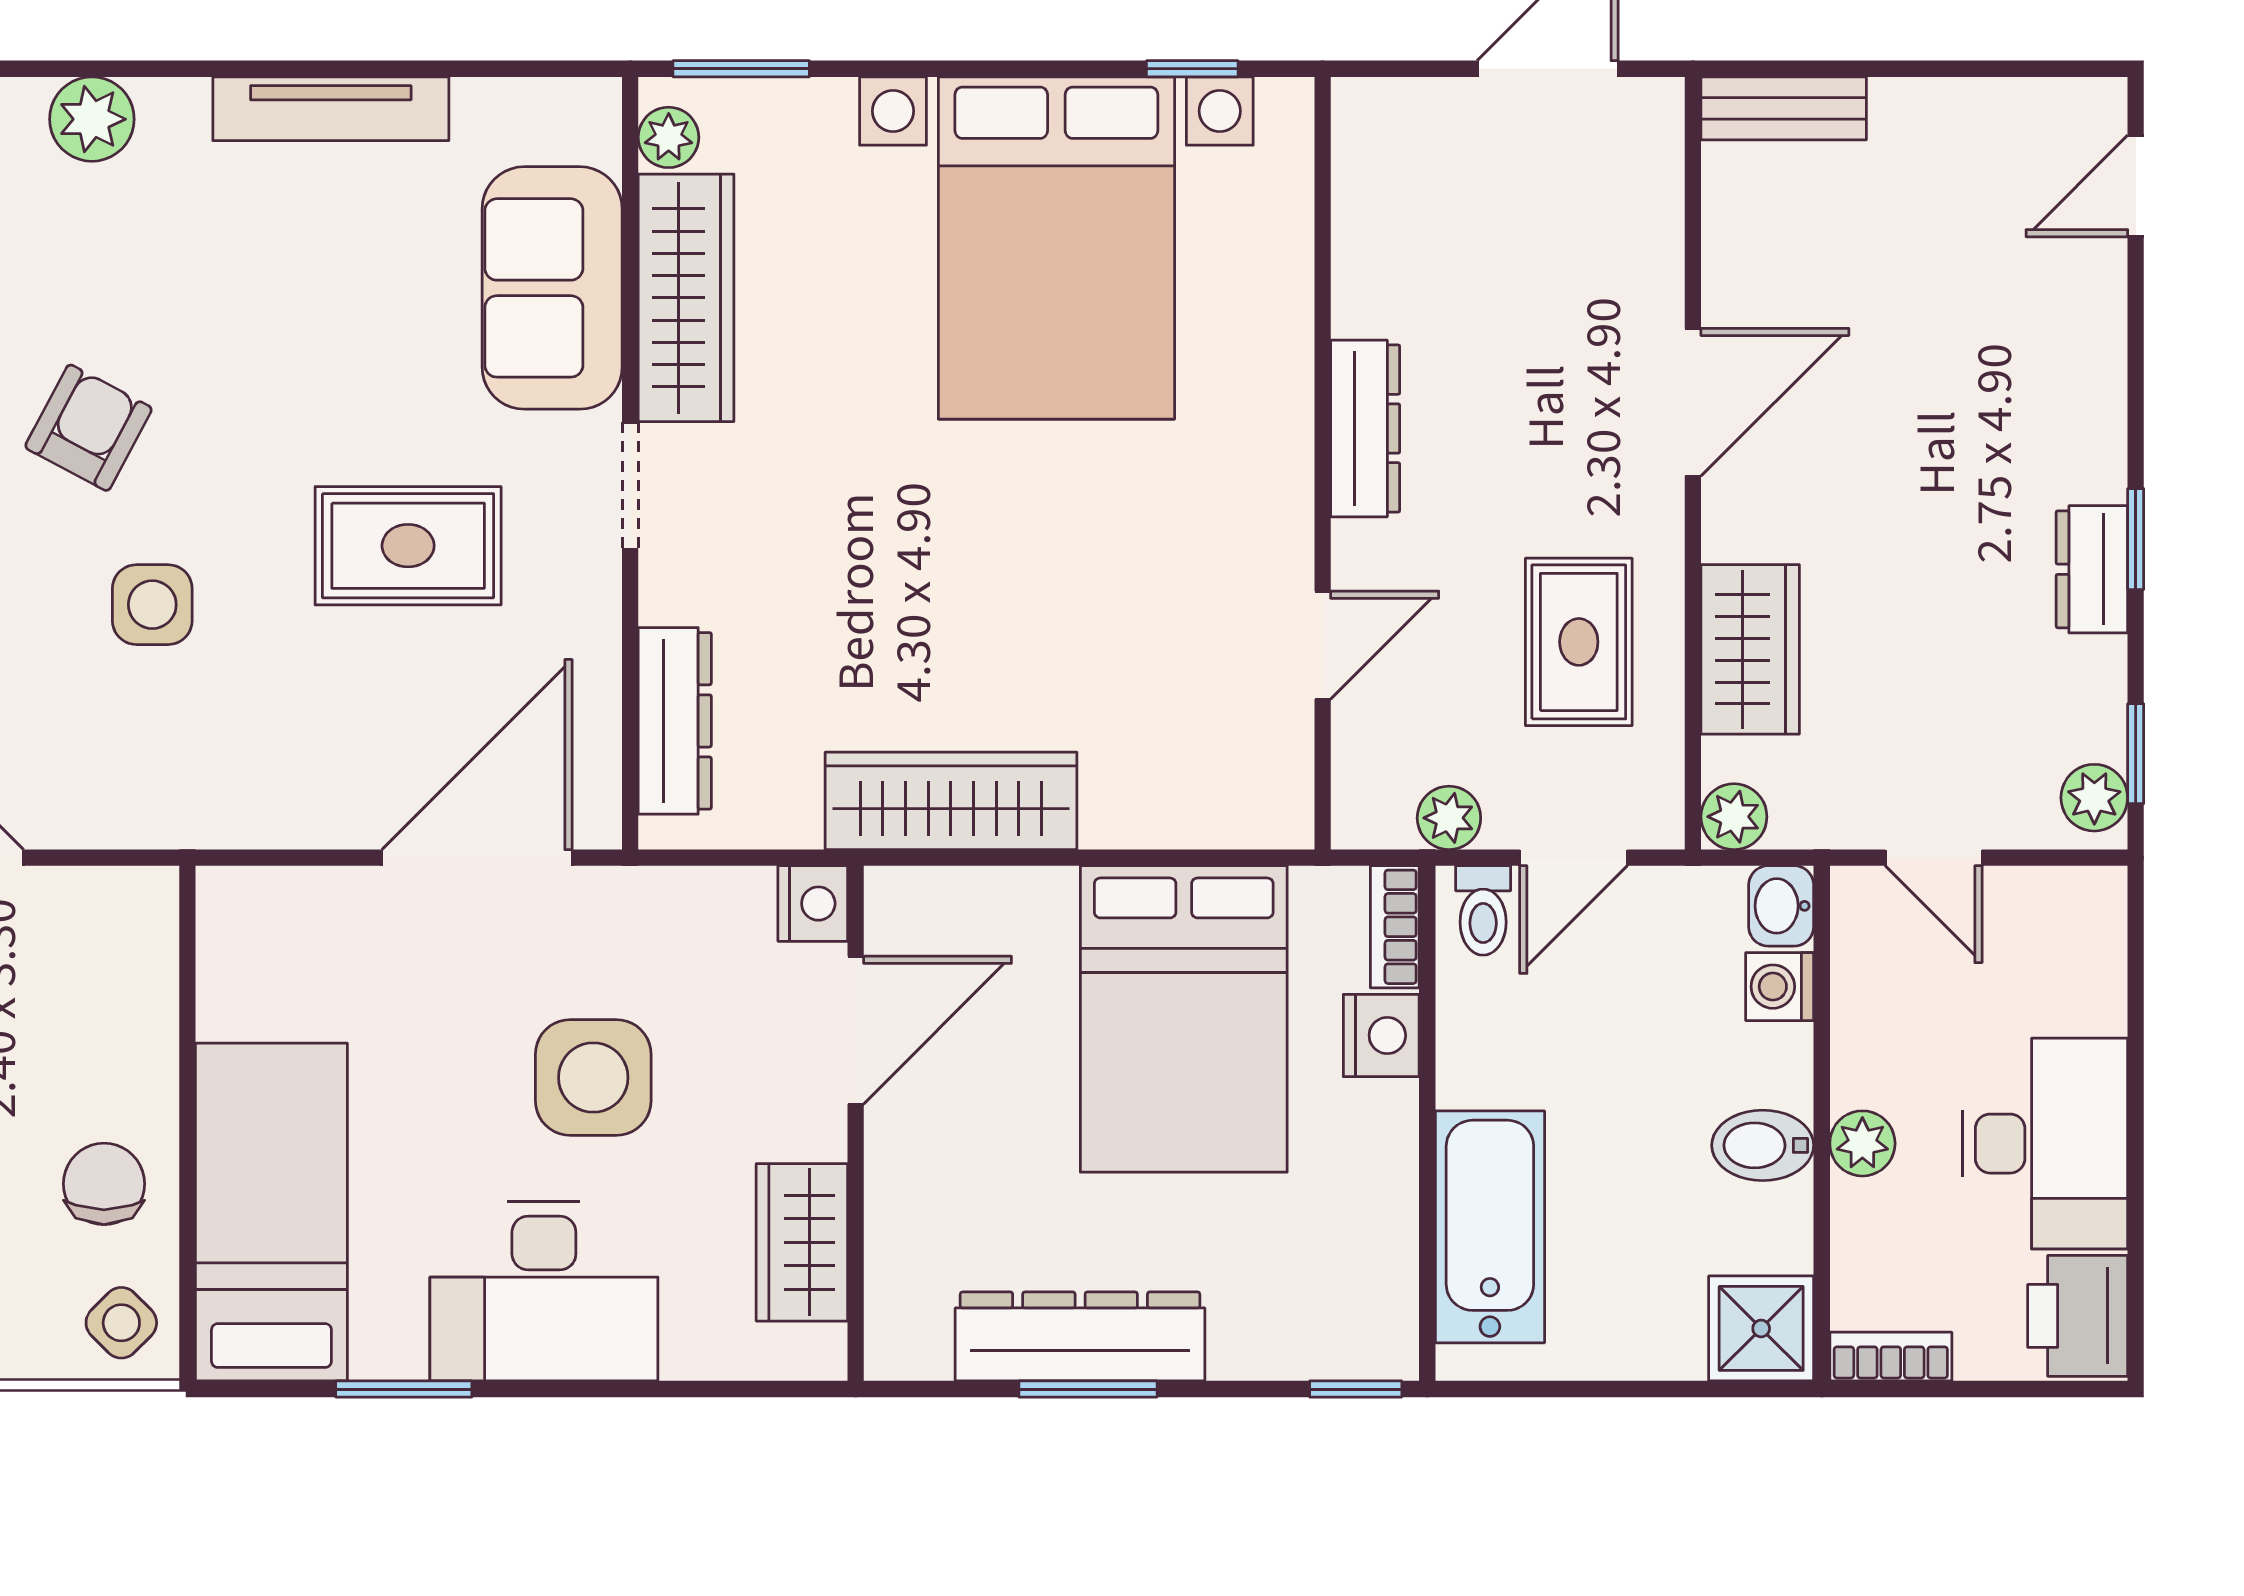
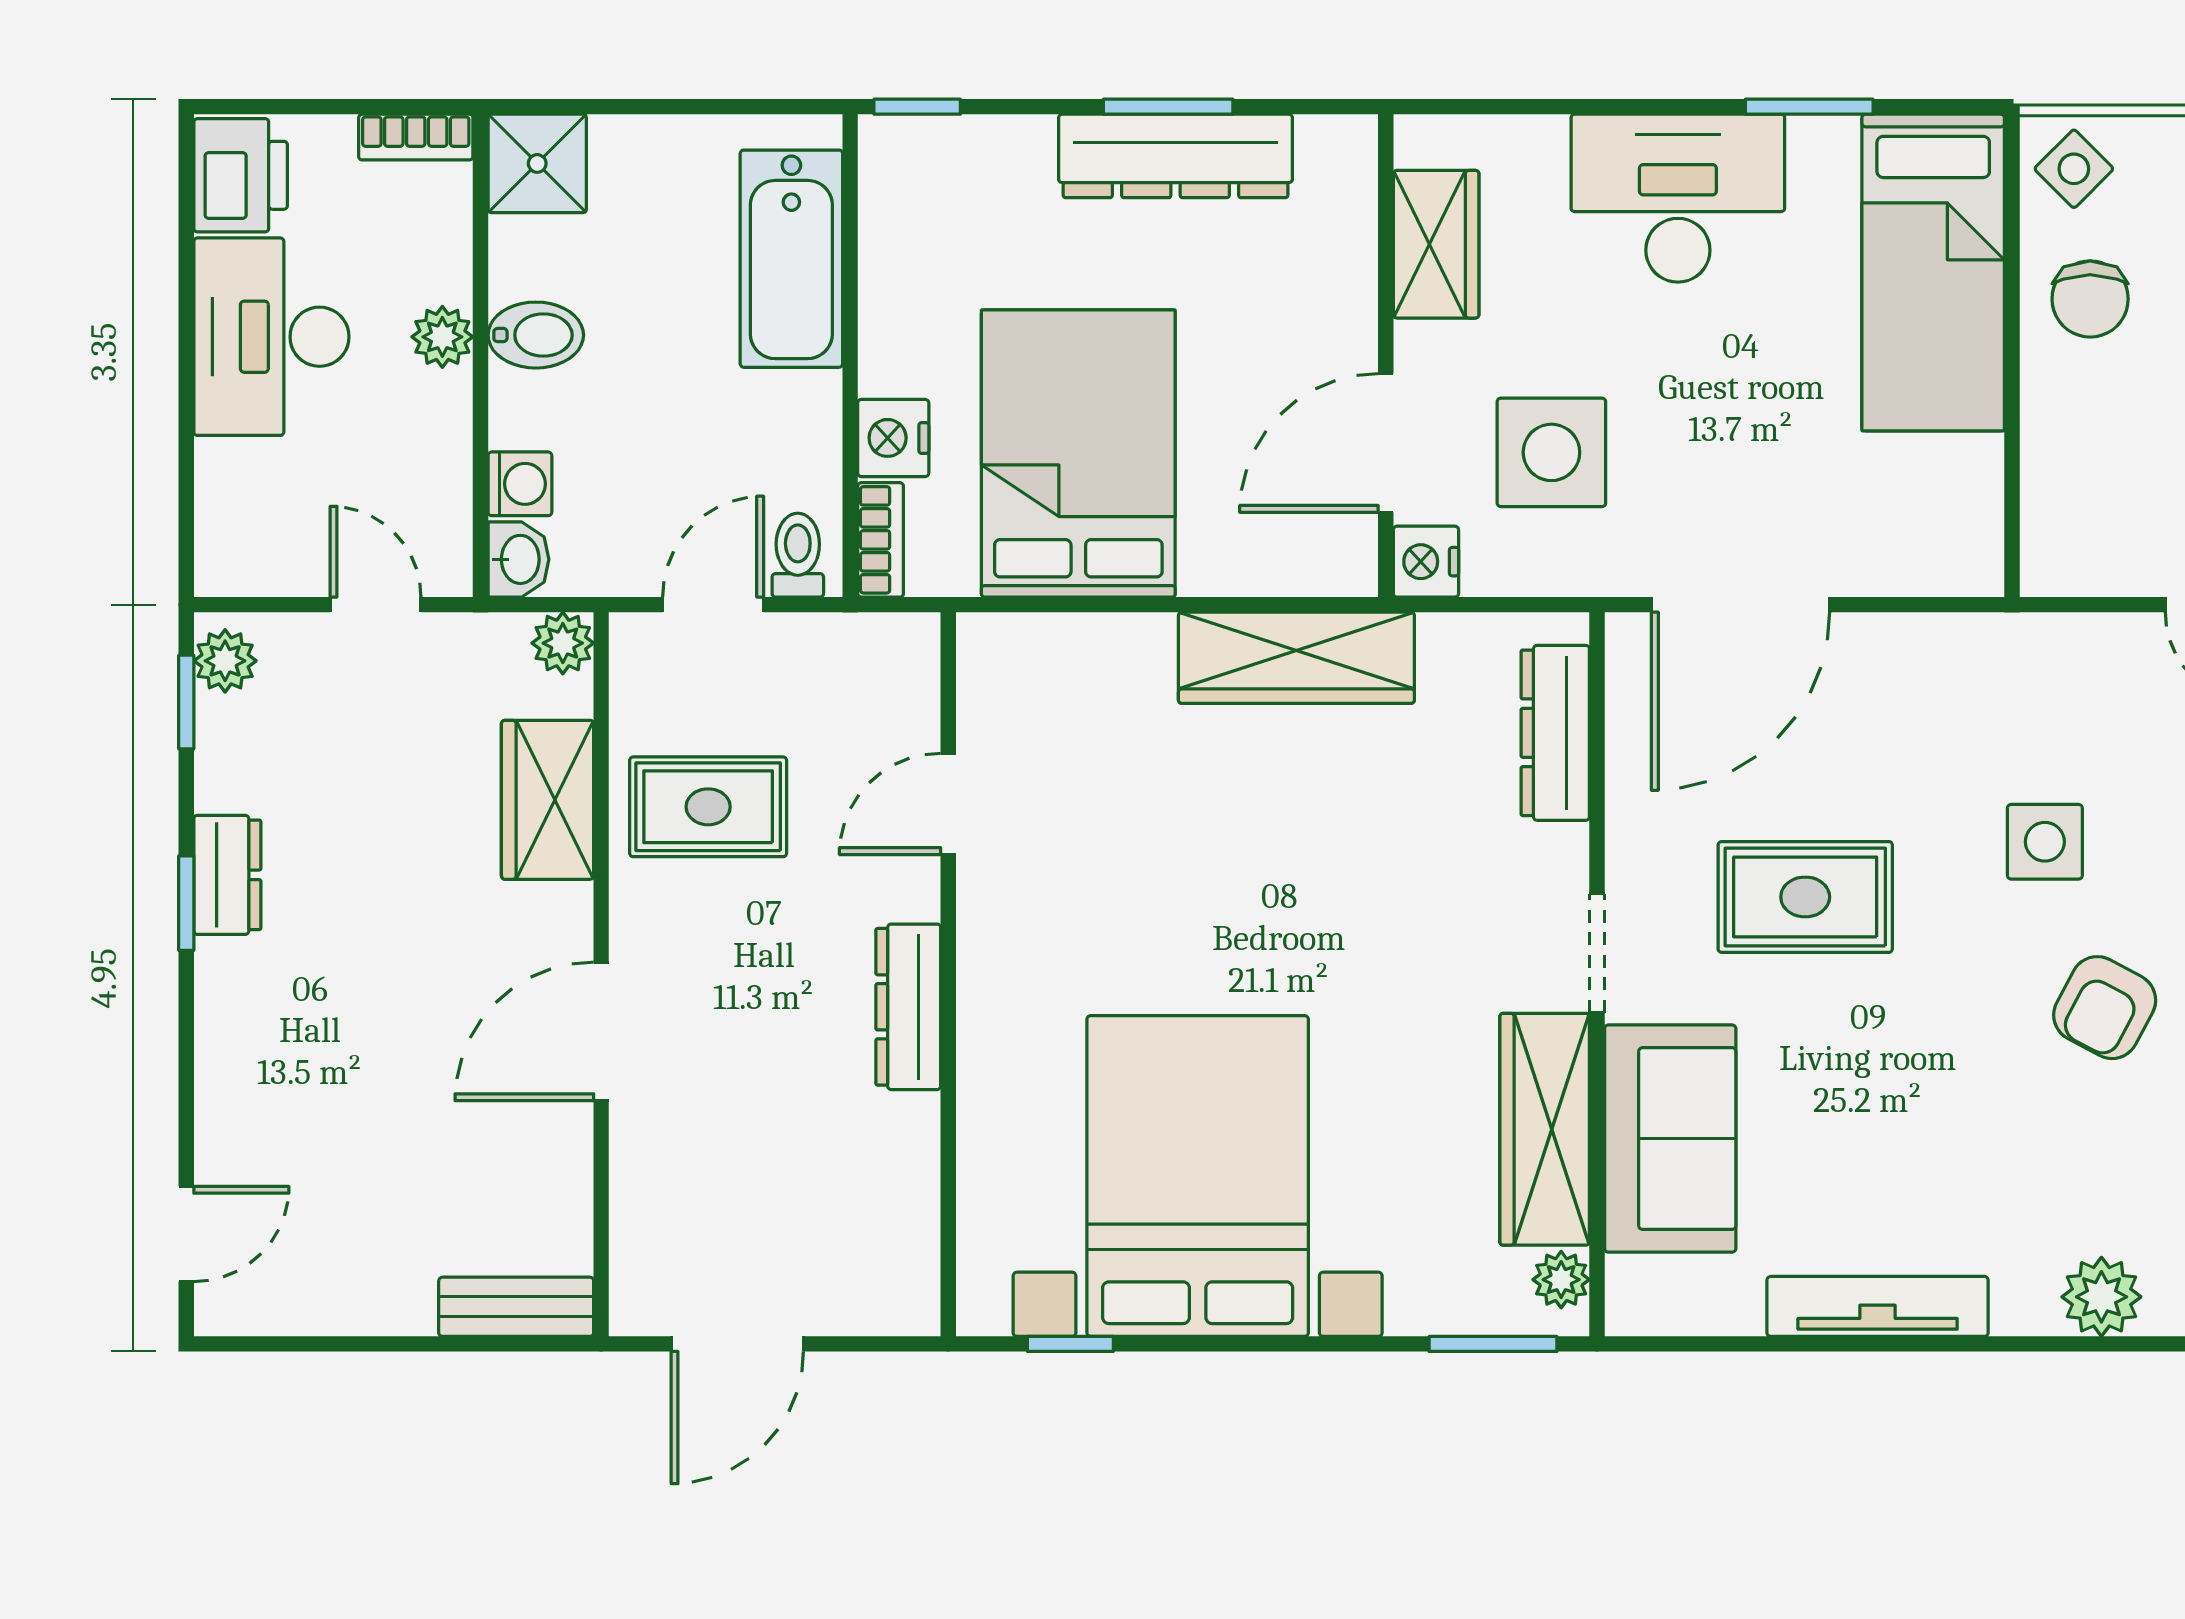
rug: (1579, 642) -> (708, 807), turned 90
plant: (1449, 818) -> (830, 642), removed
side table: (593, 1077) -> (1551, 452), moved

